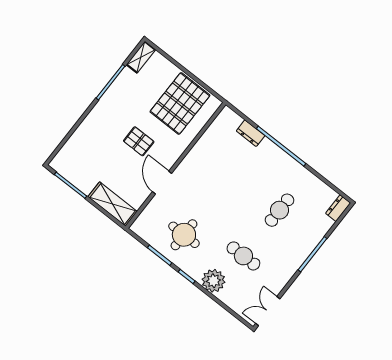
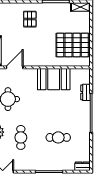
pallet: (139, 141) -> (30, 19), moved
booth: (204, 159) -> (54, 79), added
door: (162, 183) -> (15, 67), moved

